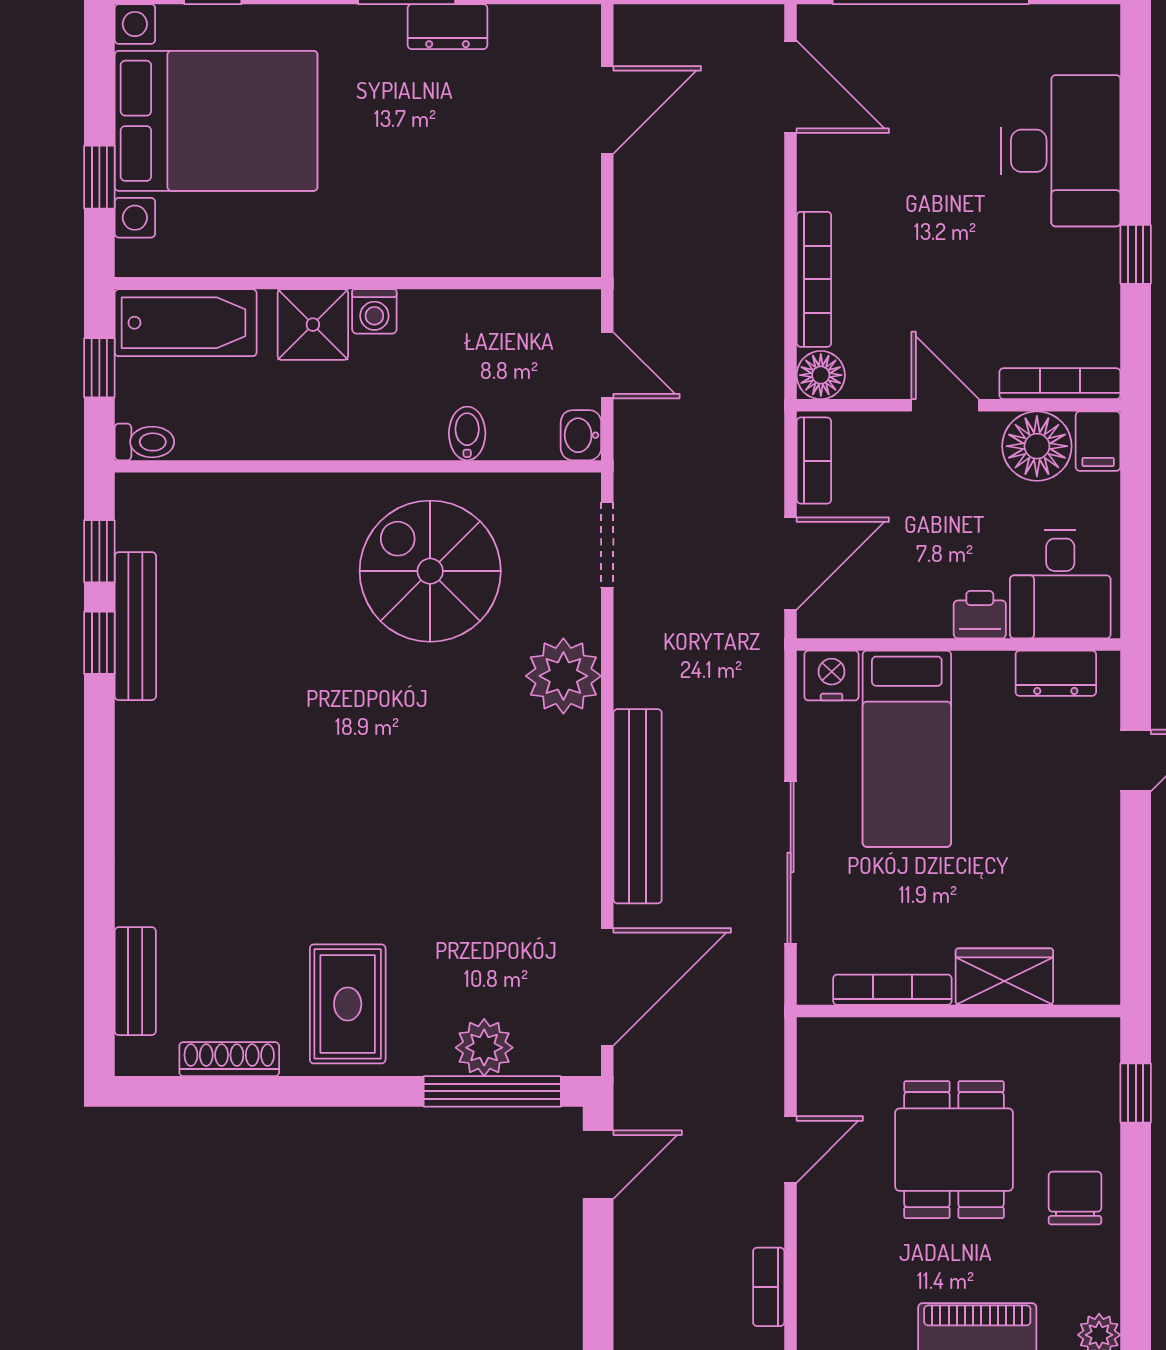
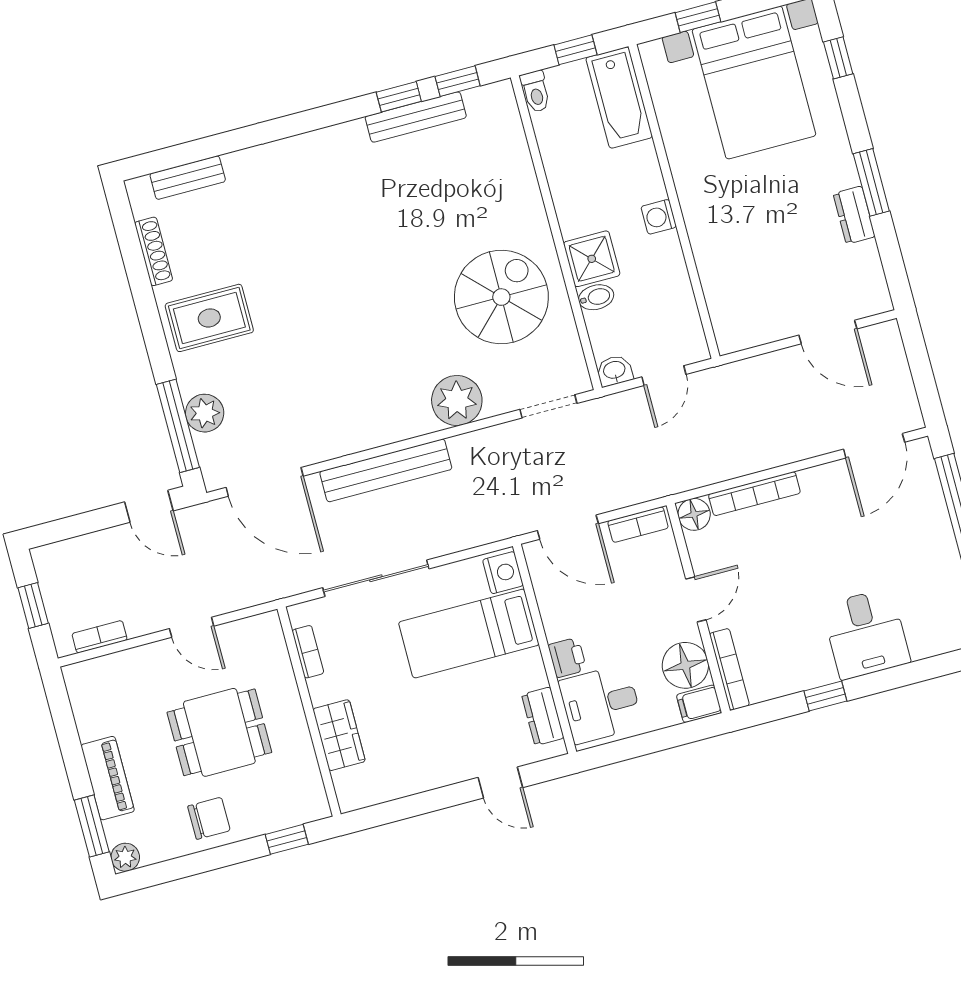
desk: (1061, 151) -> (866, 634), width x0.73
shower: (313, 325) -> (592, 259), moved
bookcase: (892, 990) -> (308, 652), width x0.64

